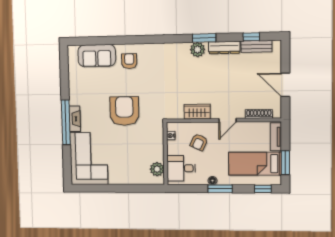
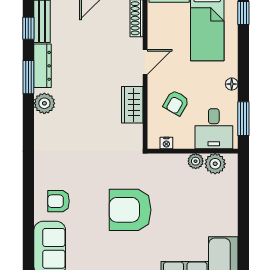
window: (204, 38) -> (28, 77), moved
door: (228, 120) -> (145, 62), hinge flipped
armchair: (199, 142) -> (176, 103), turned 95
plant: (159, 156) -> (196, 161), added
window: (220, 189) -> (243, 119), moved

